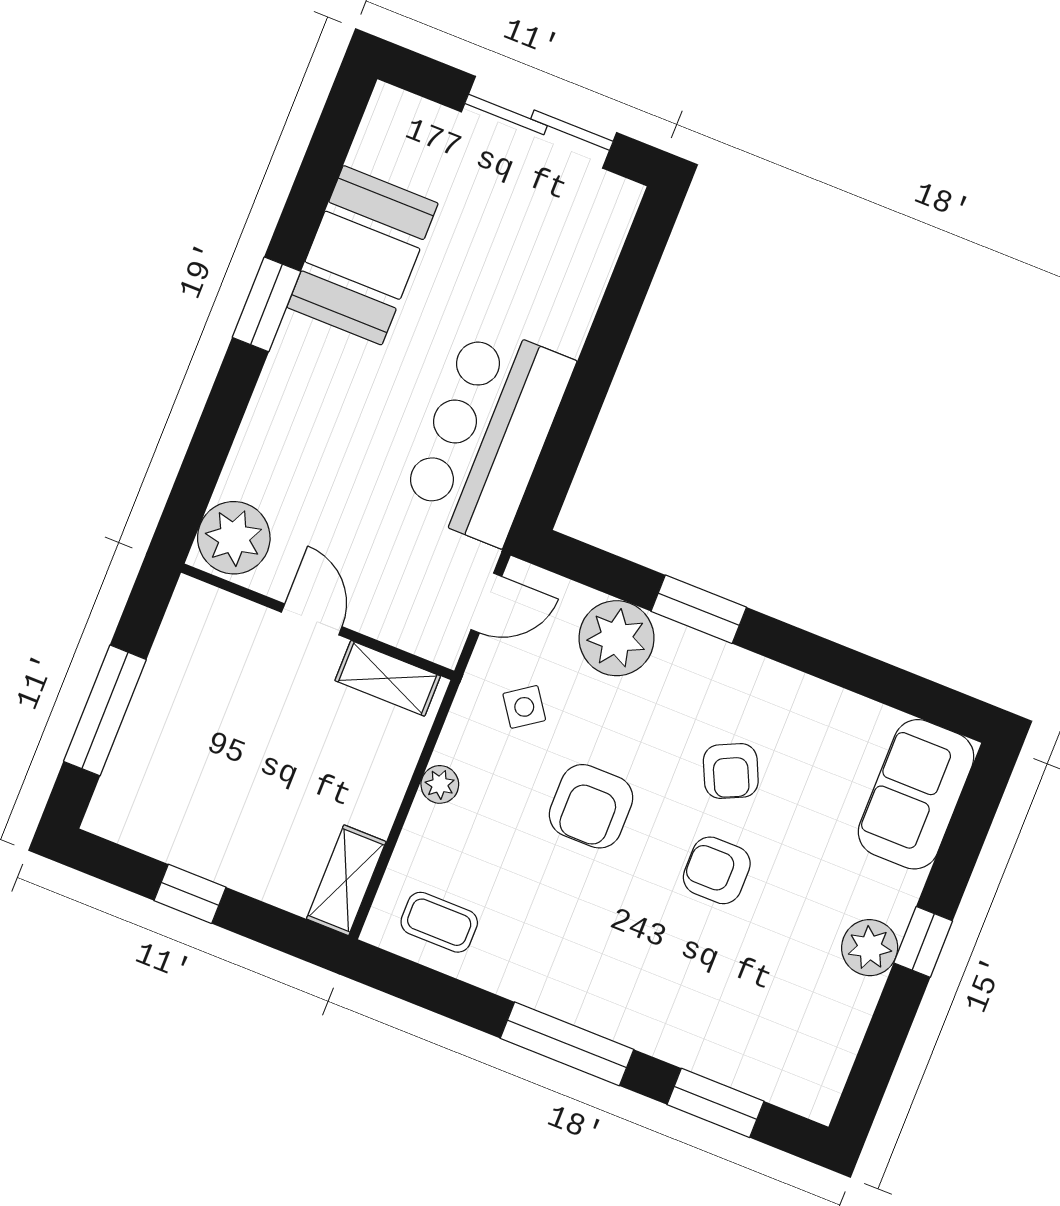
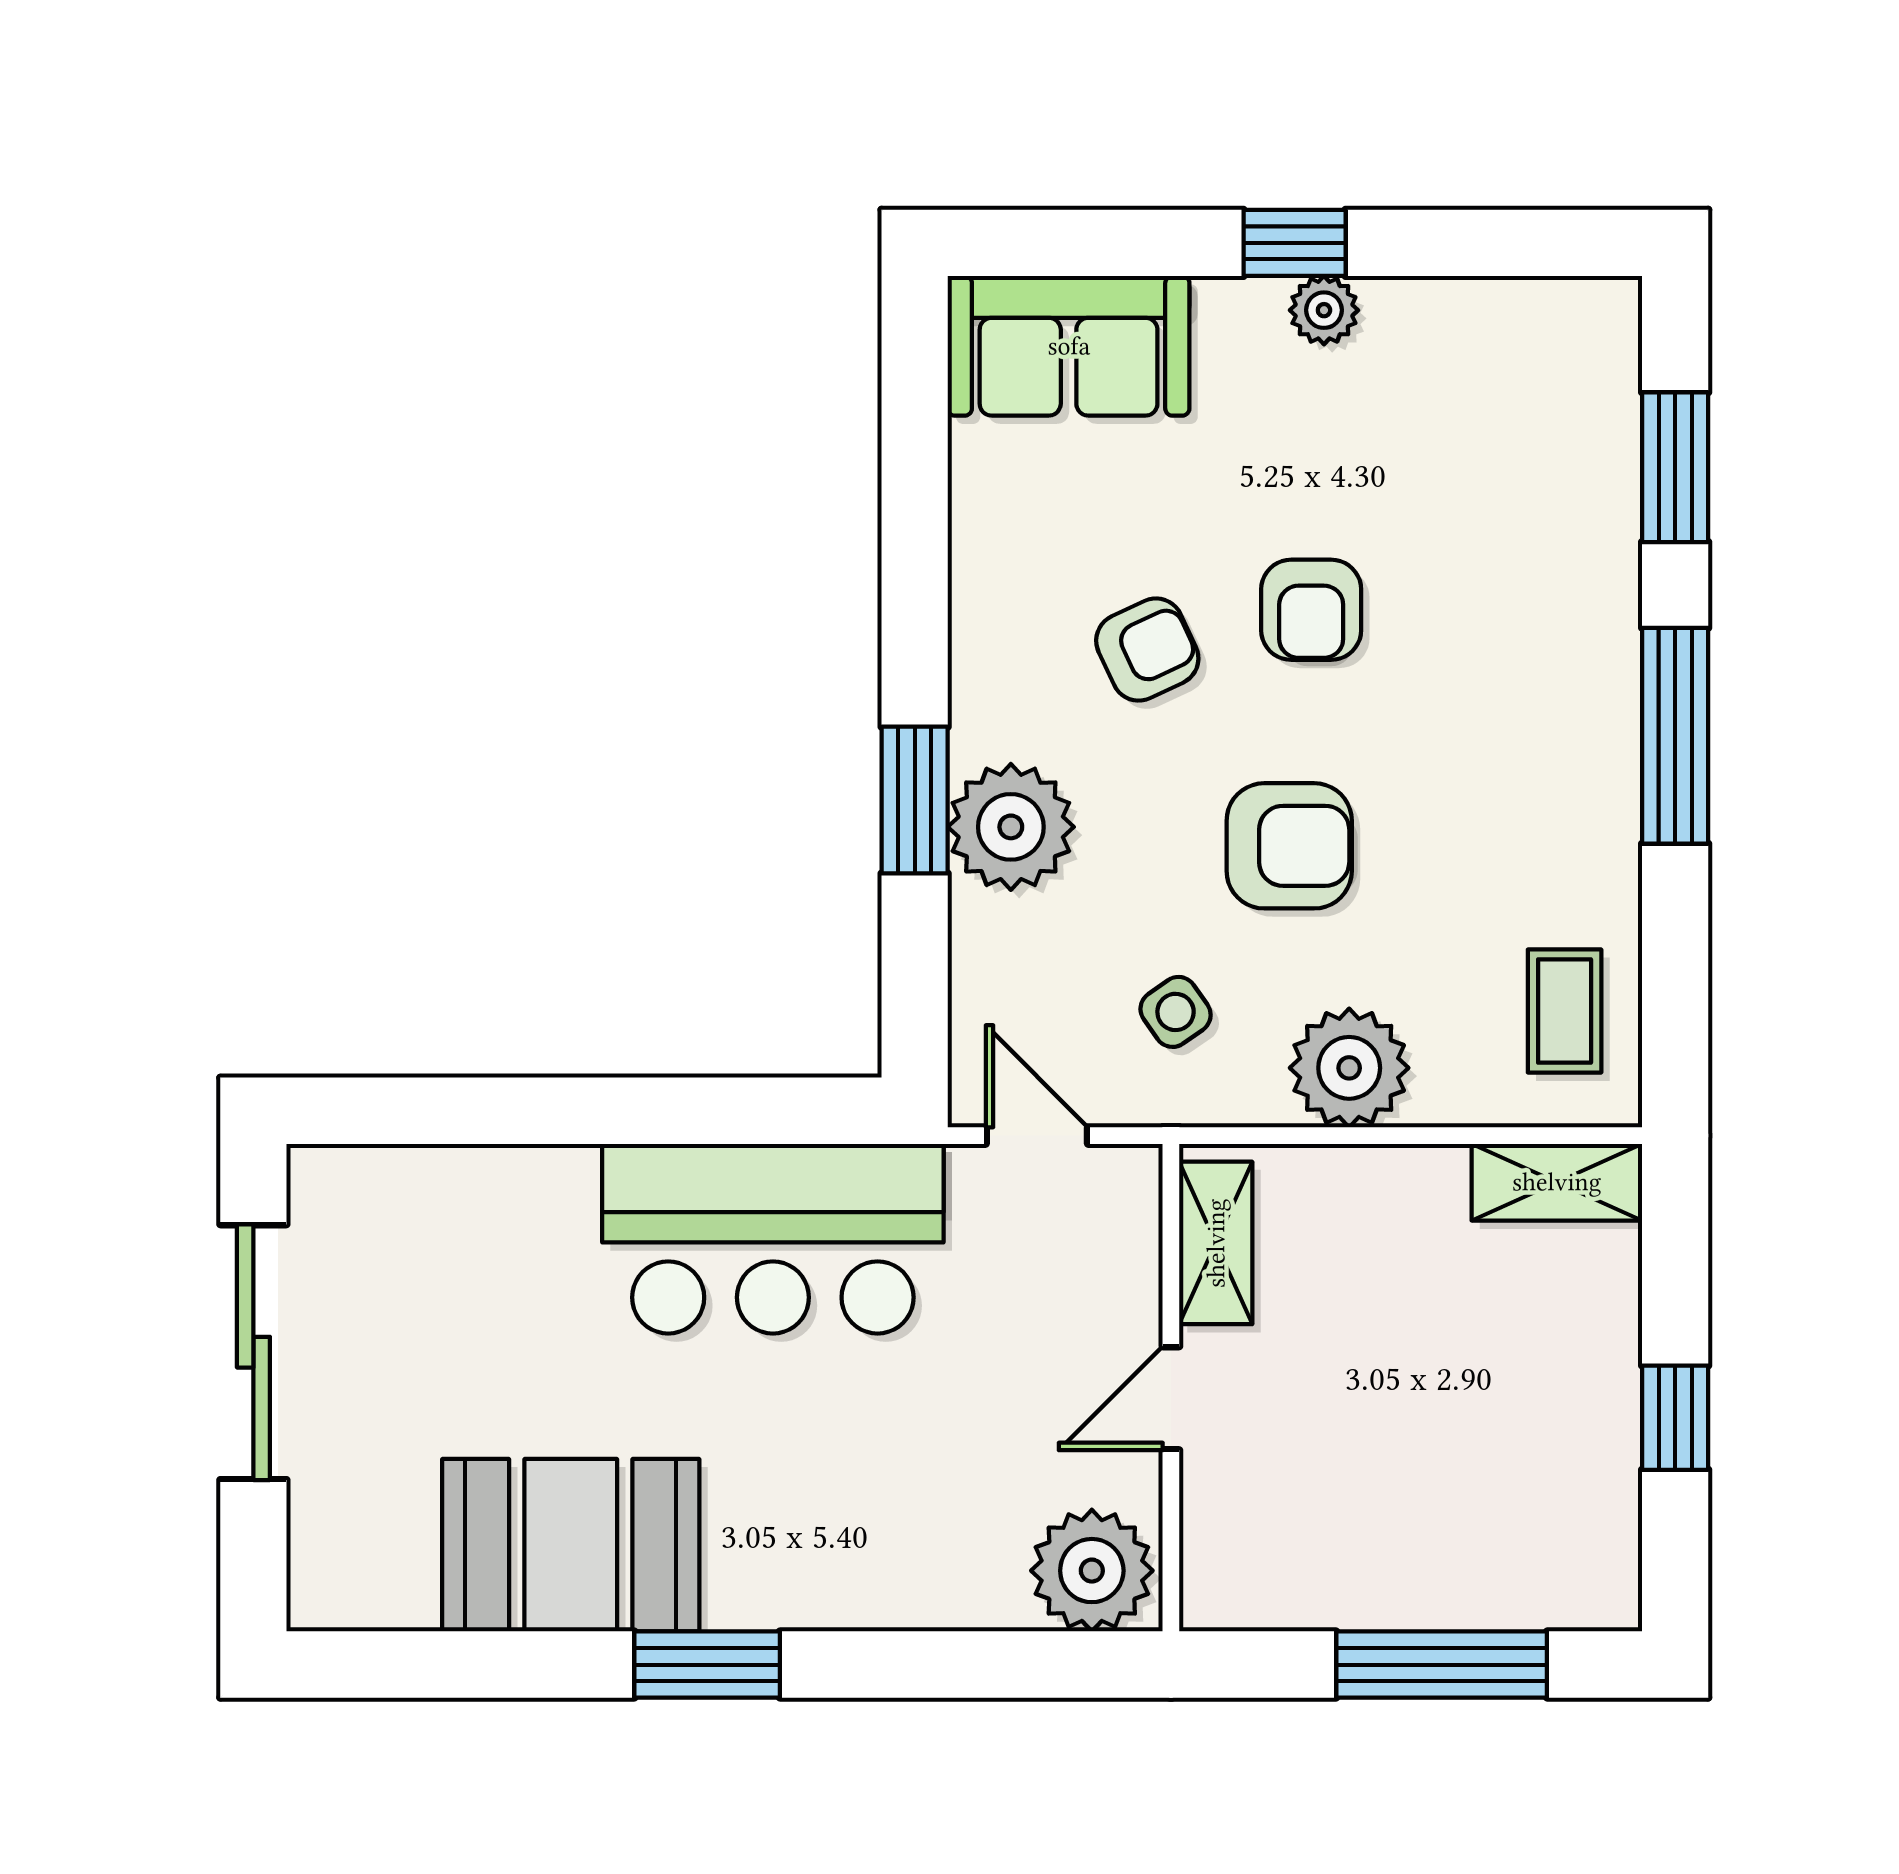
plant: (616, 638) -> (1011, 827), moved
plant: (440, 784) -> (1349, 1068), width x1.88, depth x1.88
plant: (870, 948) -> (1324, 310), width x0.73, depth x0.73

